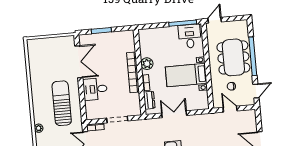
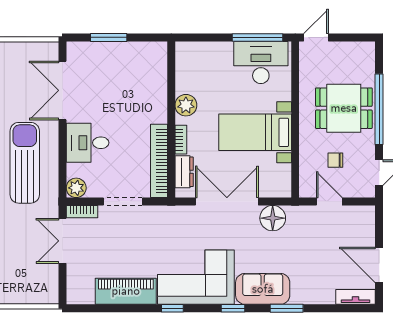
desk: (190, 36) -> (261, 62), width x1.37
dining table: (233, 57) -> (344, 108), width x0.73
double door: (79, 62) -> (62, 90), swing flipped
bookcase: (133, 72) -> (159, 161), moved
plant: (91, 114) -> (76, 188), added
double door: (174, 114) -> (227, 201), width x1.37
floor lamp: (200, 121) -> (273, 218), added

